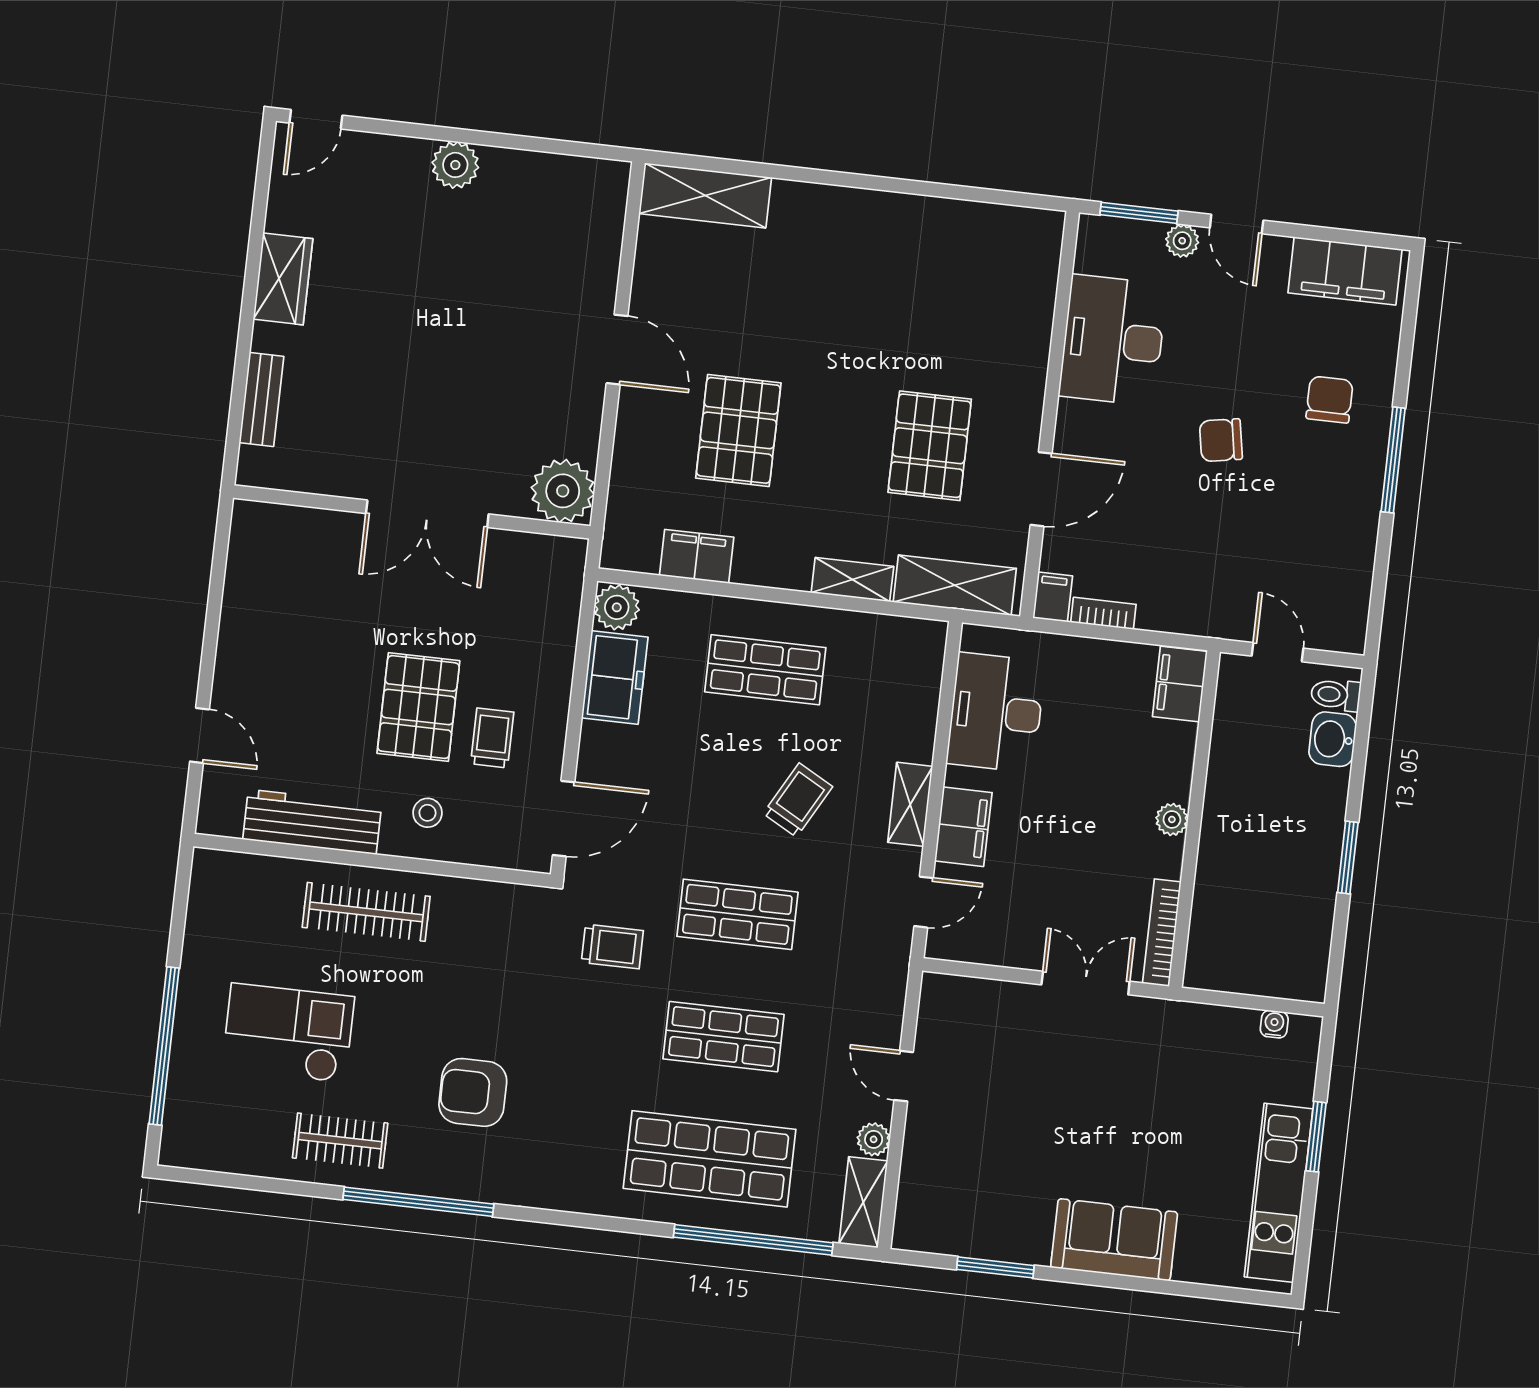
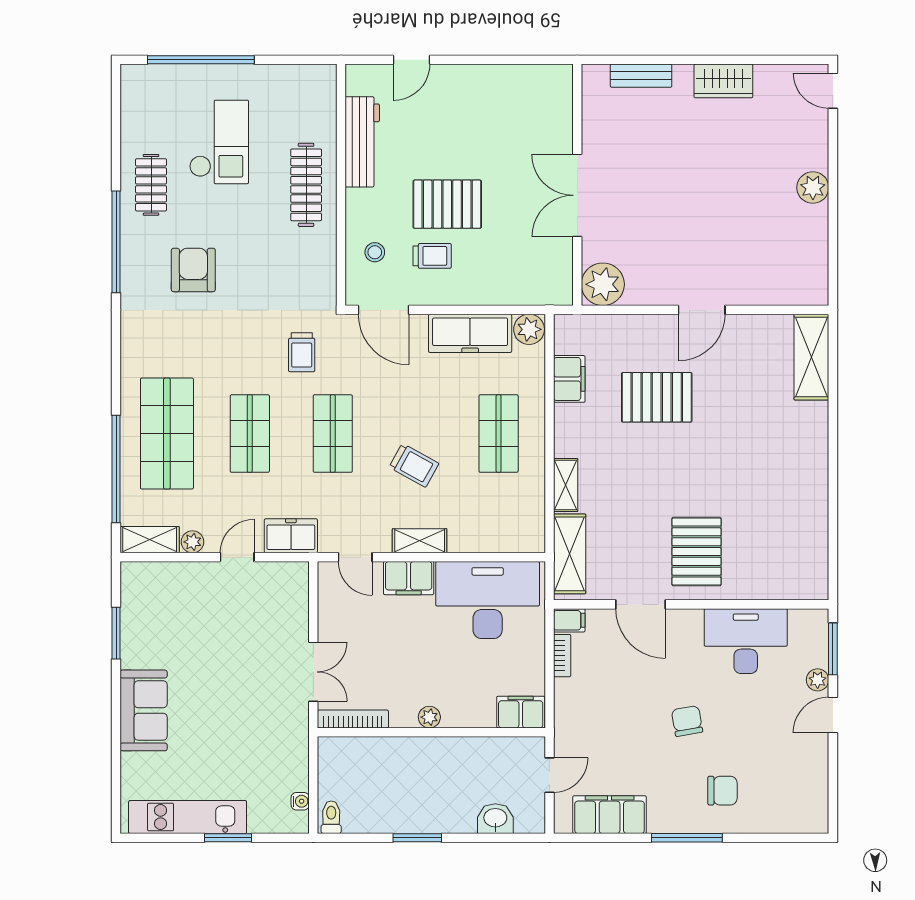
filing cabinet: (1345, 271) -> (610, 815), moved, turned 90
pallet: (930, 446) -> (696, 552), moved, turned 90
freezer: (615, 677) -> (470, 333), width x1.40
toilet: (1336, 695) -> (331, 817), moved
desk: (996, 712) -> (488, 600), width x1.36, depth x1.30
stool: (428, 813) -> (375, 252), moved
freezer: (881, 993) -> (291, 536), added

